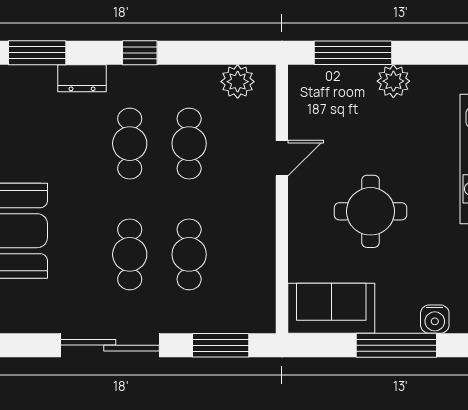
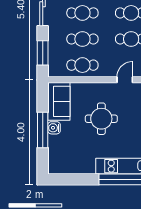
door: (282, 158) -> (125, 80), swing flipped
cafe table: (248, 254) -> (82, 65), added
water cooler: (435, 319) -> (54, 128), moved

